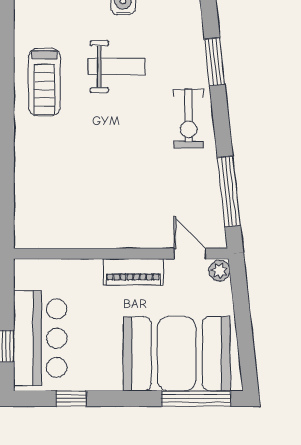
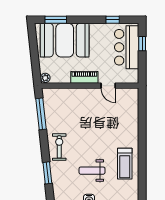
treadmill: (44, 82) -> (125, 164), turned 180
door: (190, 254) -> (108, 86), moved
window: (196, 399) -> (56, 20), width x0.69

